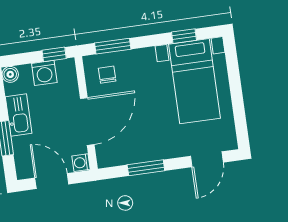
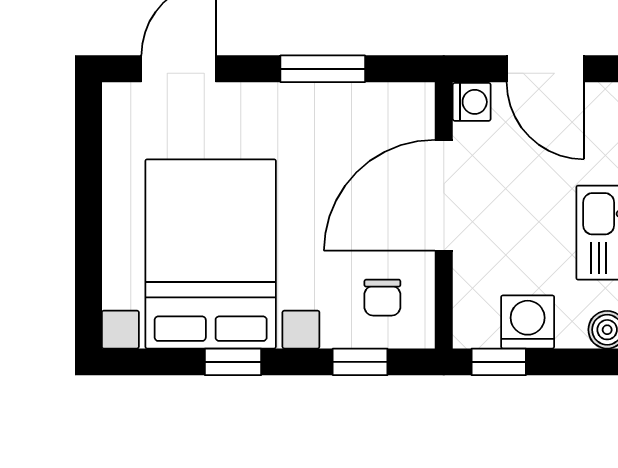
window: (184, 36) -> (233, 362), moved
window: (113, 46) -> (360, 362), width x0.67
bed with nightstands: (194, 81) -> (211, 254), width x1.36

